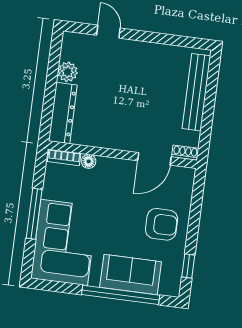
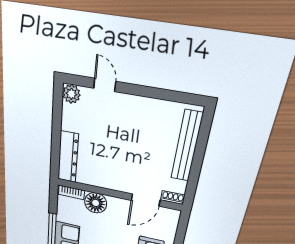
plant: (68, 72) -> (71, 94), moved
floor lamp: (89, 161) -> (96, 203), width x1.89, depth x1.89

